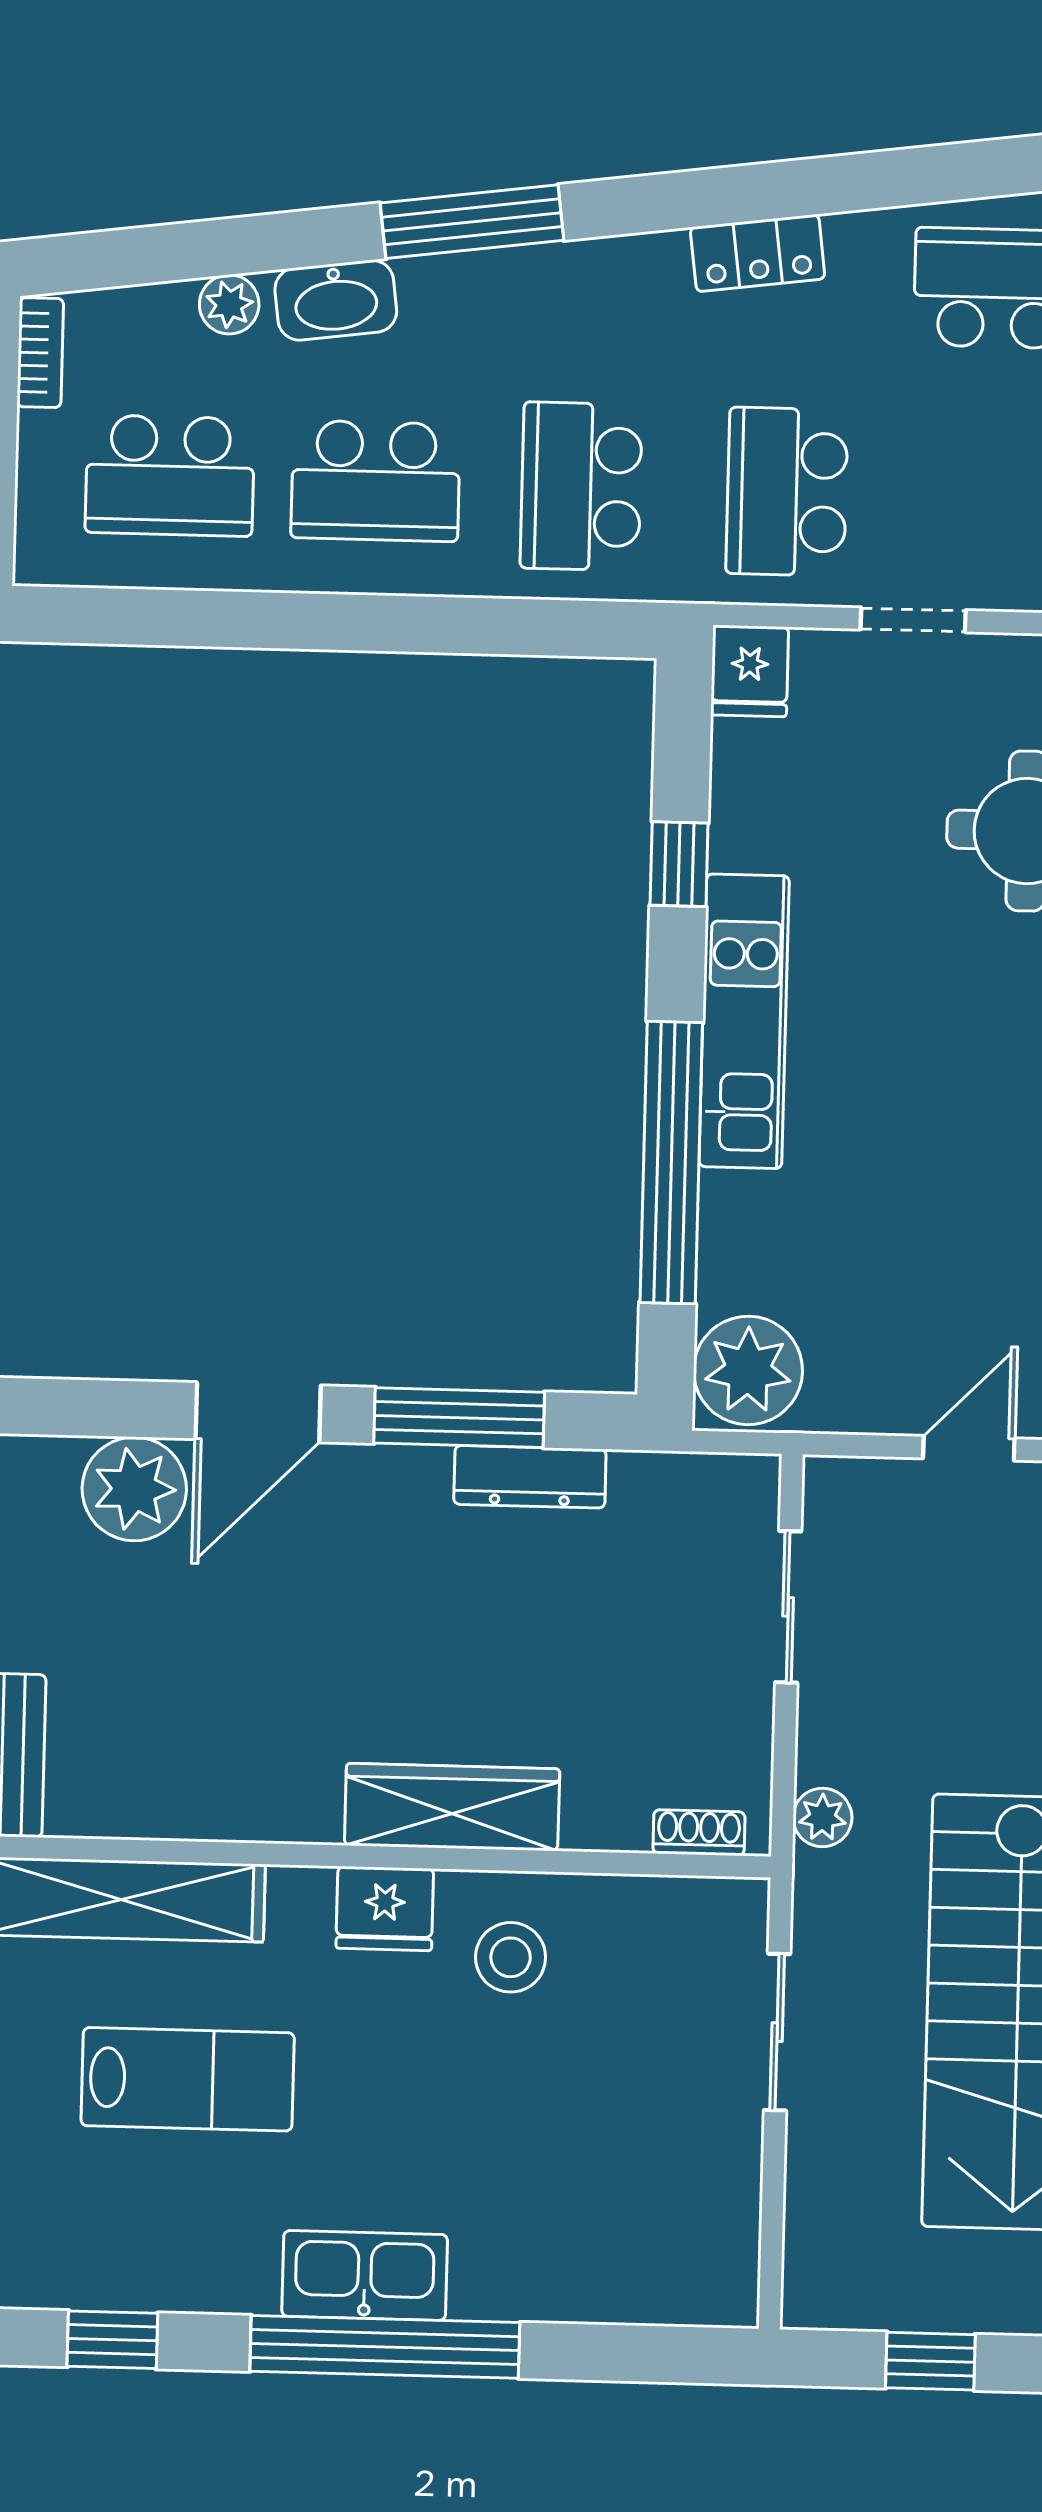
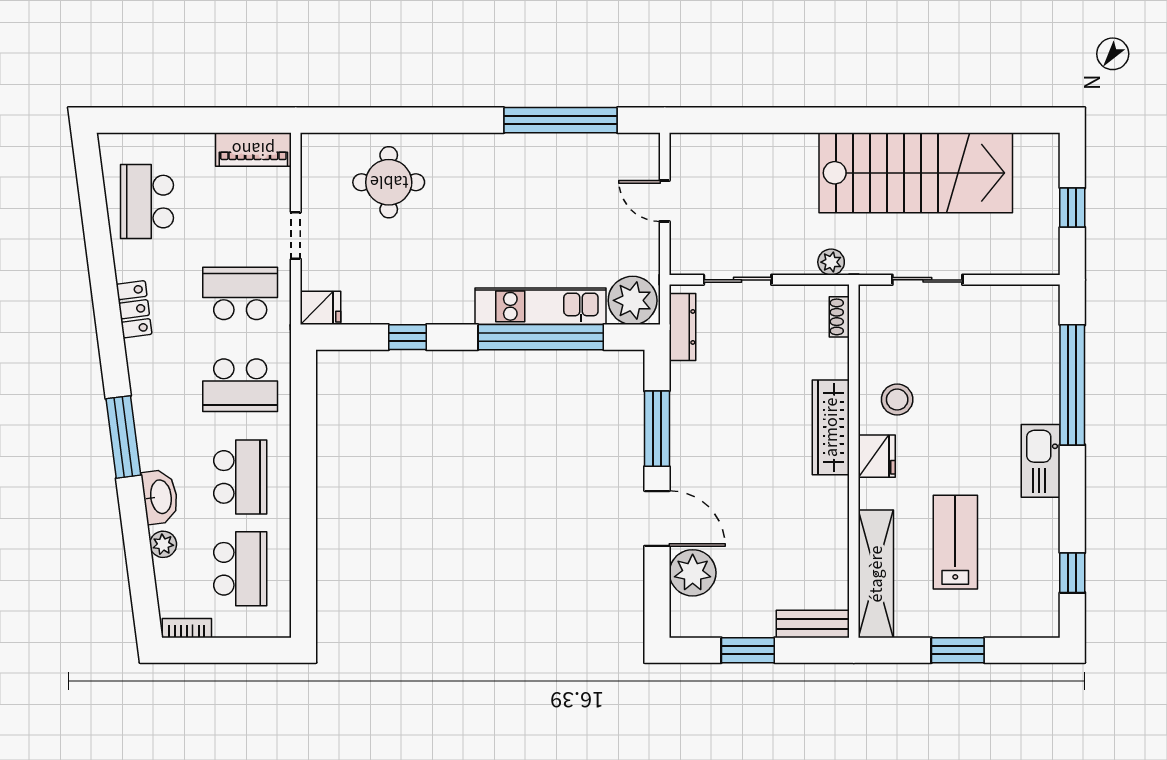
school desk: (787, 492) -> (240, 293), turned 180
kitchen unit: (744, 1021) -> (540, 306), moved
dresser: (530, 1477) -> (683, 327), moved
window: (385, 2347) -> (1072, 385), moved

